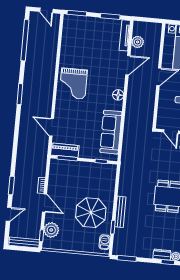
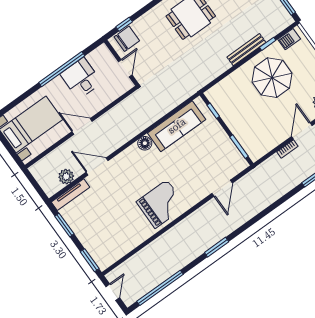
floor lamp: (118, 95) -> (145, 143), moved
piano: (65, 150) -> (233, 156), removed

